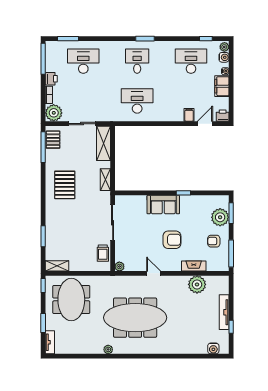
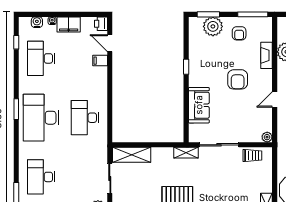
plant: (224, 47) -> (25, 22), removed
desk: (137, 61) -> (41, 118), width x1.87, depth x1.30
shelving: (105, 180) -> (186, 153), moved
sofa: (163, 205) -> (199, 105), moved
armchair: (172, 240) -> (238, 79), turned 180

